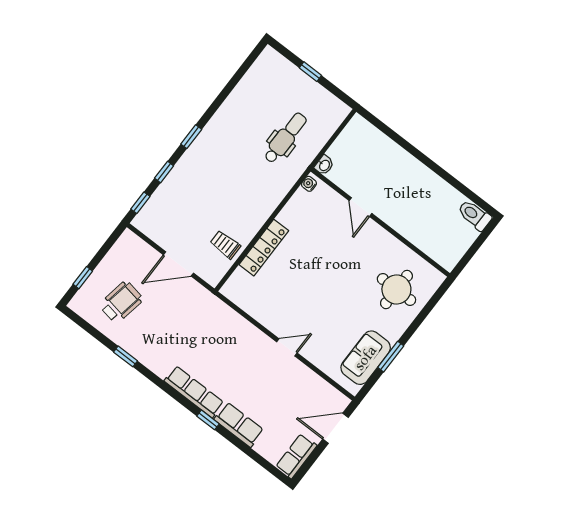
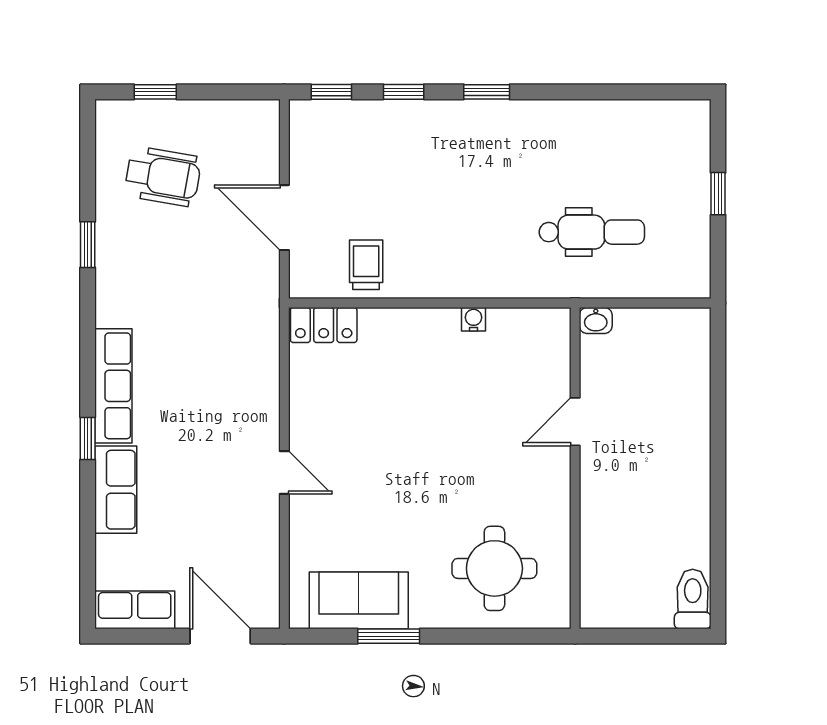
water cooler: (309, 184) -> (474, 319), moved
locker: (264, 248) -> (324, 325), moved, width x0.66

